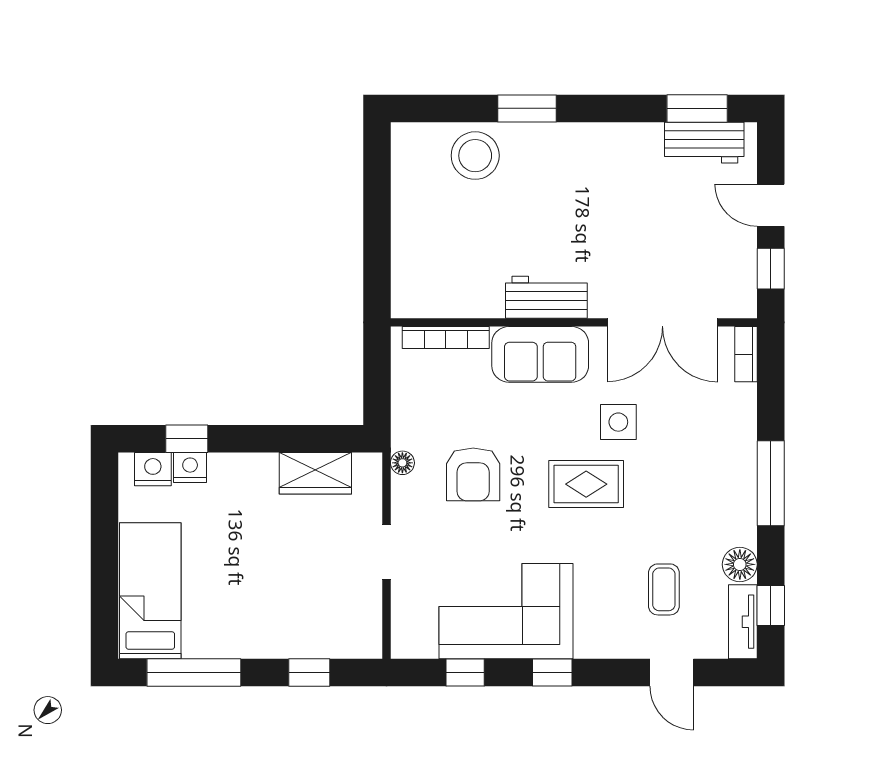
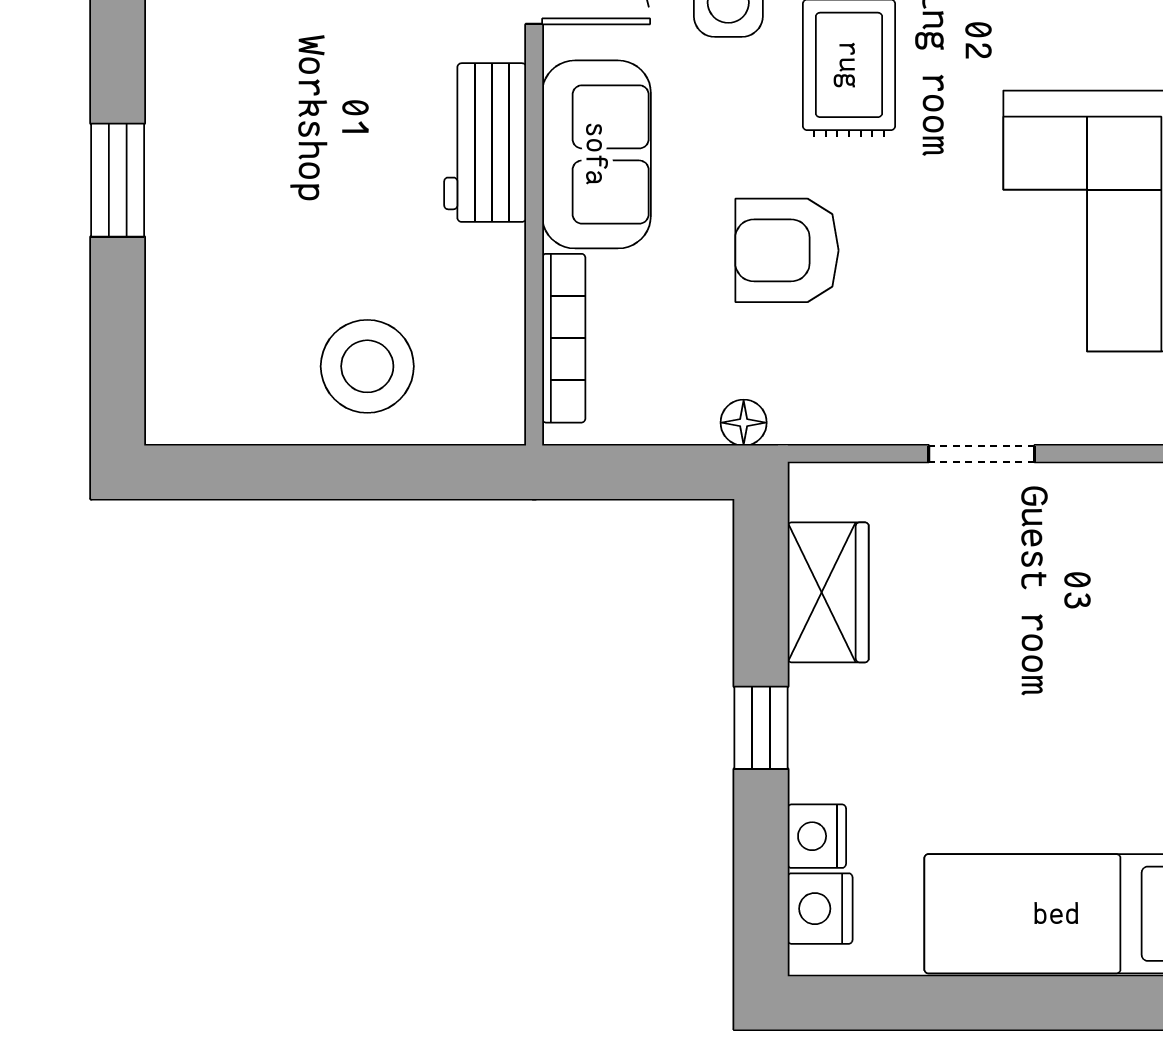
stool: (475, 156) -> (367, 366), moved
window: (187, 439) -> (761, 728), moved
floor lamp: (402, 463) -> (744, 423), moved
armchair: (473, 474) -> (787, 250), moved, turned 180

